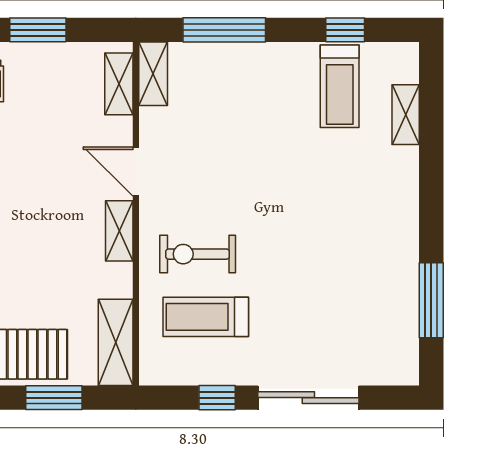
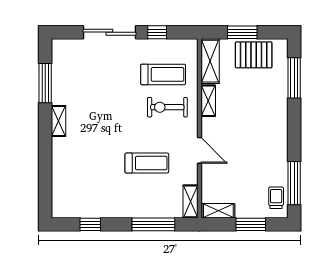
shelving: (119, 84) -> (218, 211), moved, turned 90
treadmill: (340, 86) -> (147, 163), moved, turned 90
shelving: (406, 115) -> (59, 121), moved
shelving: (119, 231) -> (208, 101), moved
exercise bike: (198, 254) -> (167, 107), turned 180

